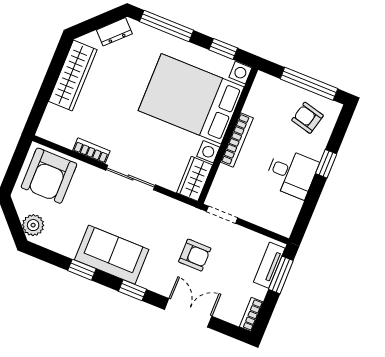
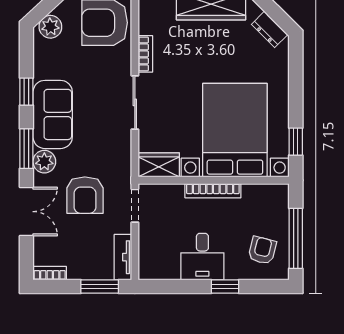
window: (166, 26) -> (296, 78), removed
armchair: (195, 255) -> (85, 195), width x1.38, depth x1.38
tv unit: (269, 265) -> (123, 257), moved, turned -90
plant: (150, 279) -> (44, 162), added
window: (132, 290) -> (26, 149), width x1.50

